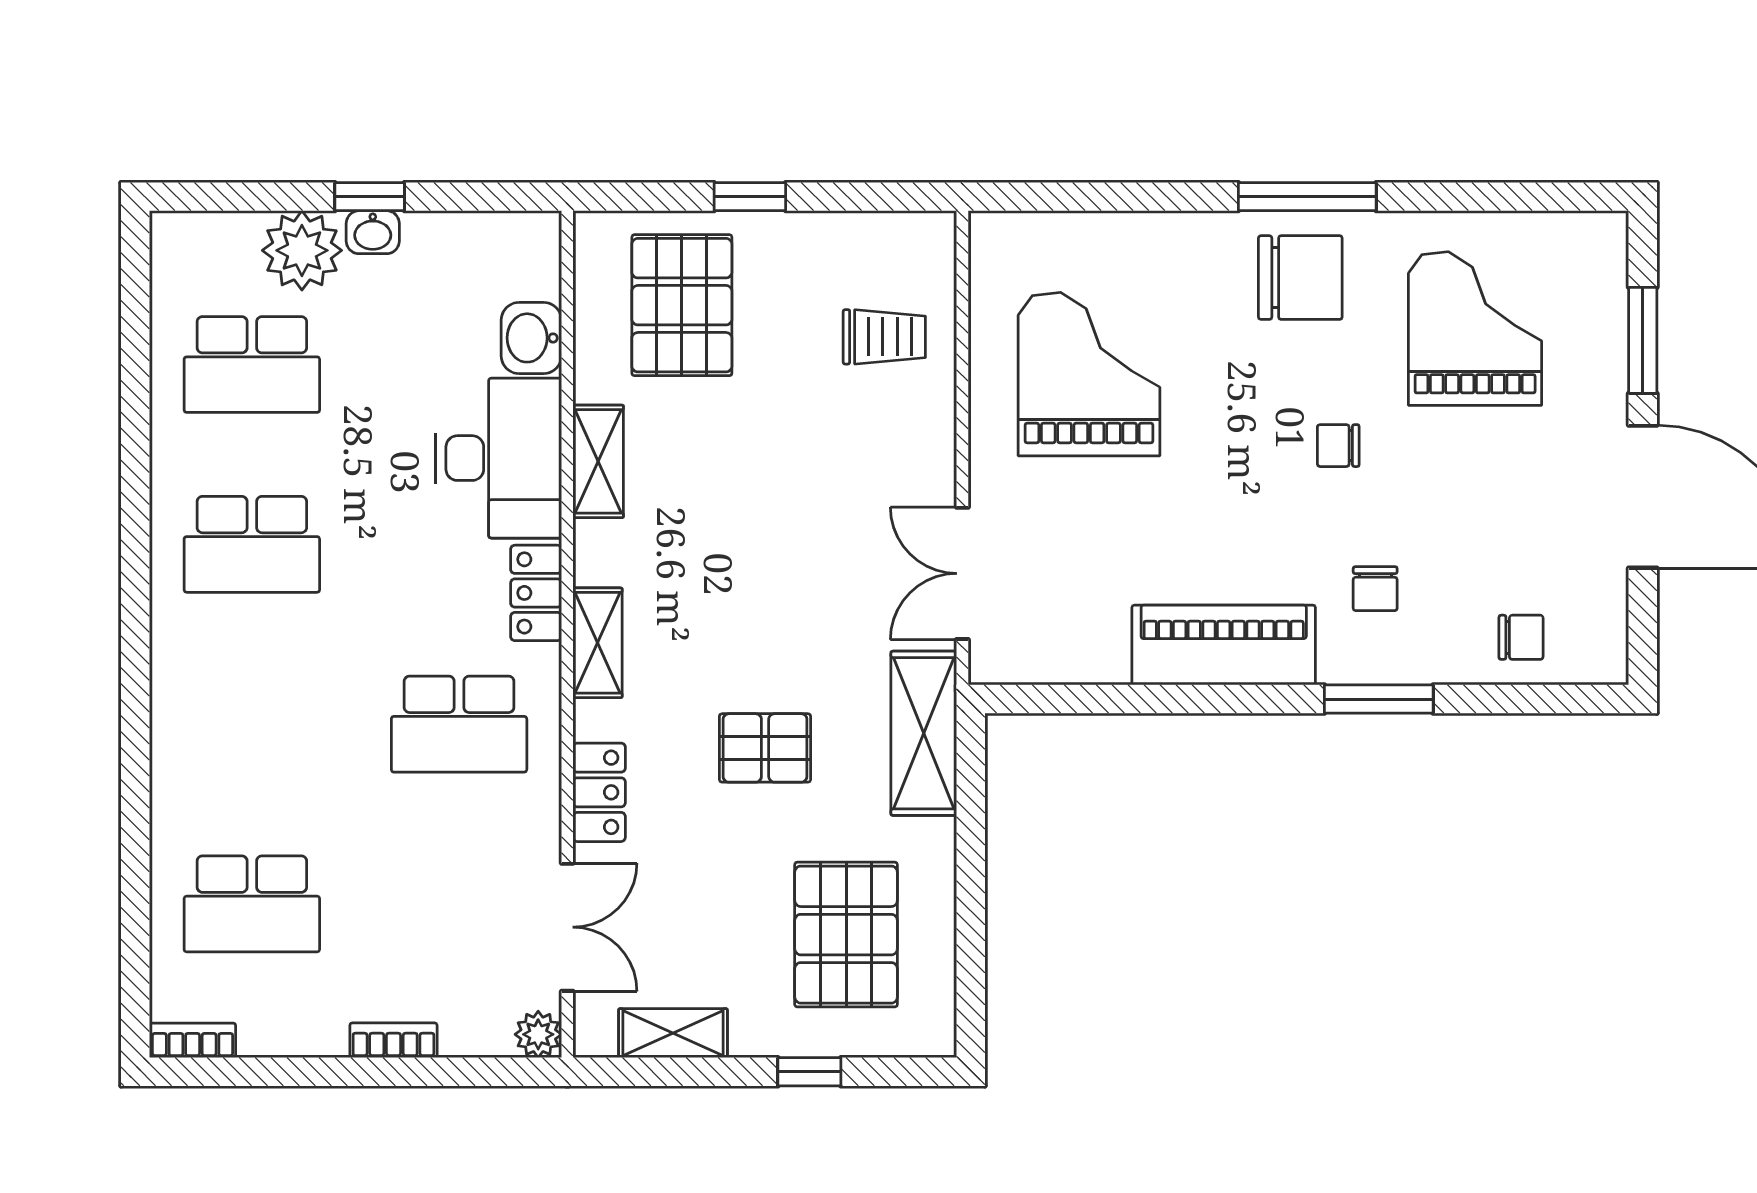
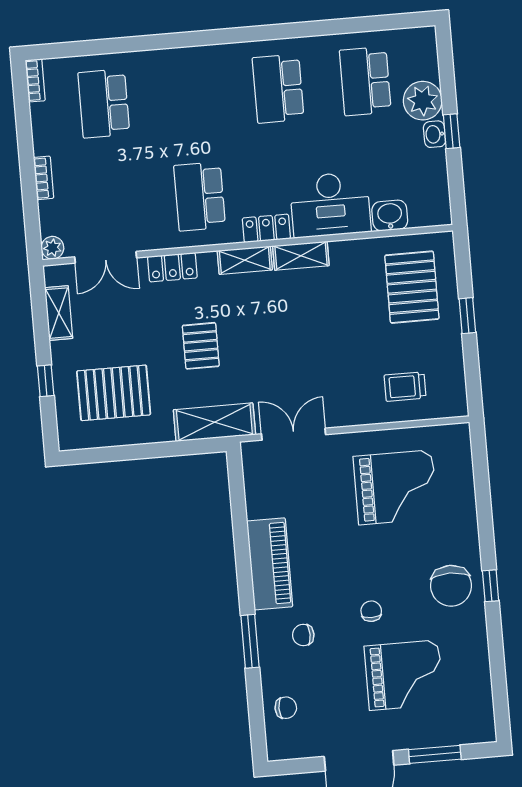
window: (1307, 197) -> (491, 586), width x0.46
pallet: (682, 305) -> (412, 287), turned 90
grand piano: (1475, 328) -> (404, 675), moved
trolley: (884, 337) -> (405, 387), turned 90
shelving: (598, 461) -> (301, 256), moved
chair: (1521, 637) -> (286, 708), turned -90

